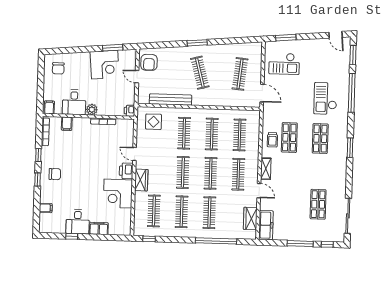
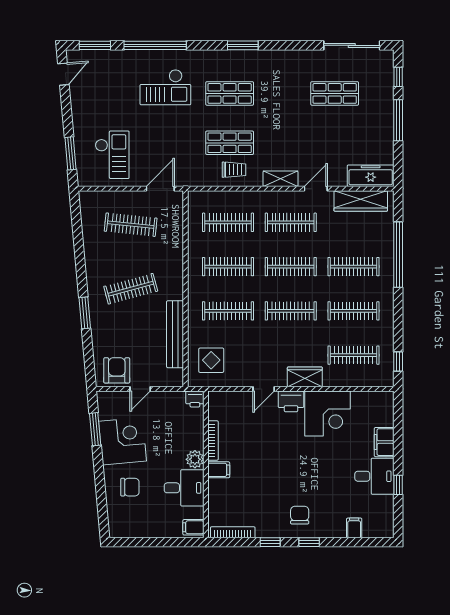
window: (197, 43) -> (85, 313), moved
armchair: (149, 62) -> (117, 370), turned -90
chair: (58, 68) -> (130, 487), moved
filing cabinet: (67, 124) -> (219, 470), moved
wardrobe: (250, 218) -> (361, 201), width x1.50

